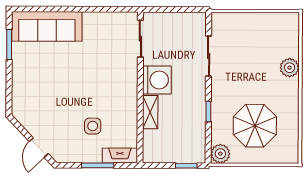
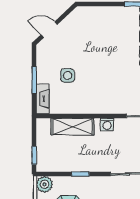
washing machine: (157, 80) -> (107, 124), width x0.53, depth x0.53
shelving: (150, 112) -> (72, 127), width x1.50, depth x1.33

